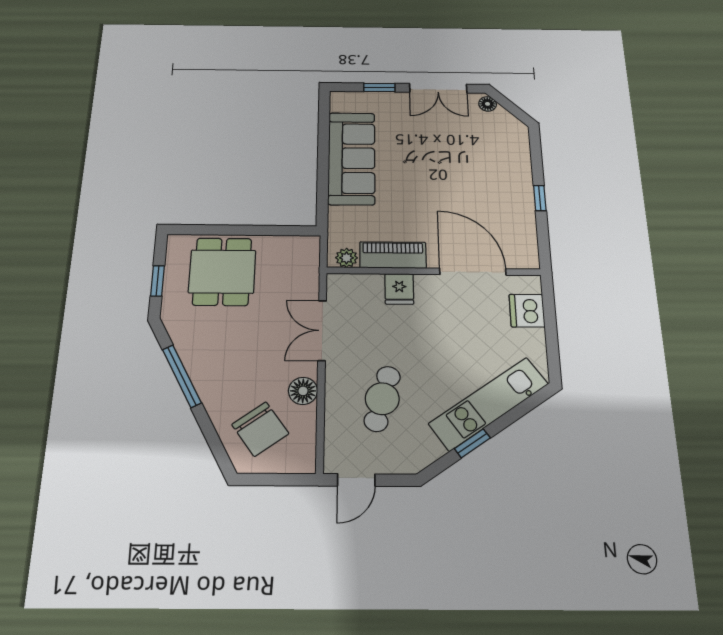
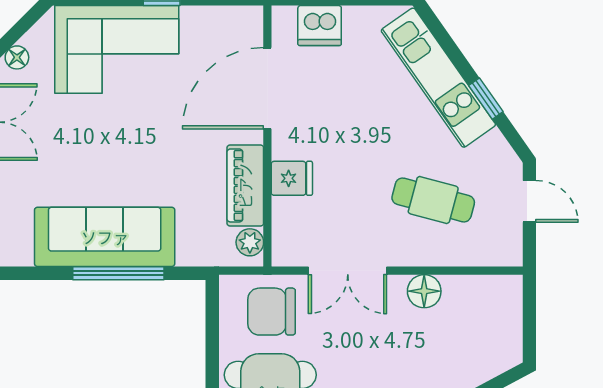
window: (323, 167) -> (118, 273), added
corner sofa: (498, 168) -> (117, 49), added
chair: (260, 429) -> (272, 312), moved, turned -144
door: (356, 480) -> (529, 201), moved

